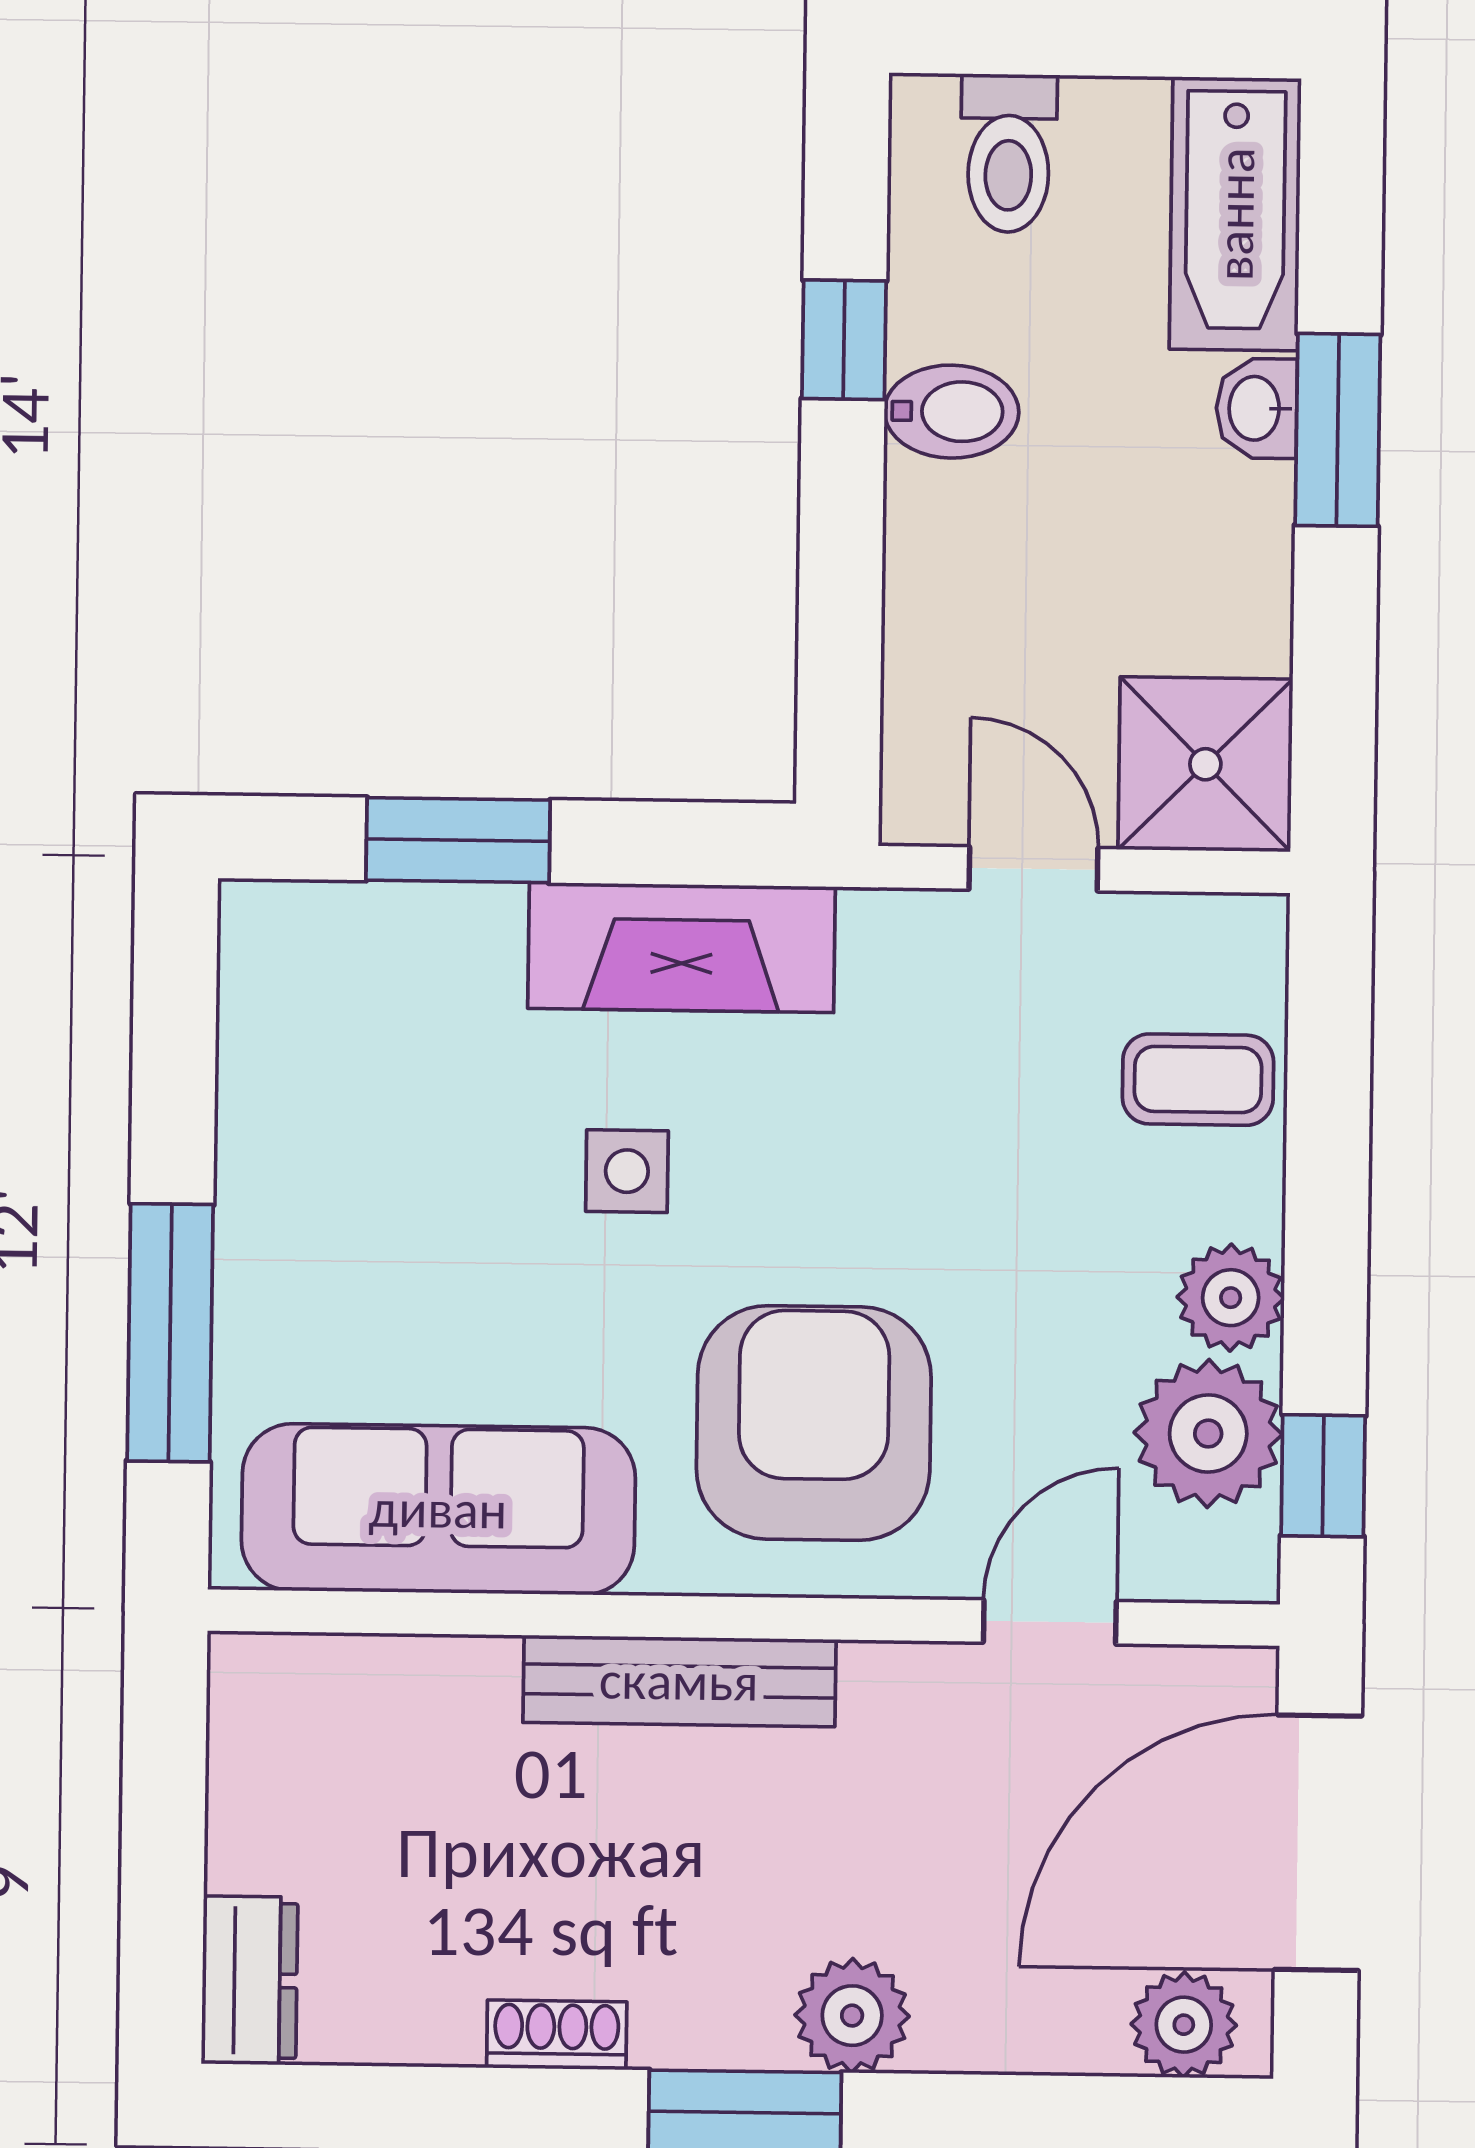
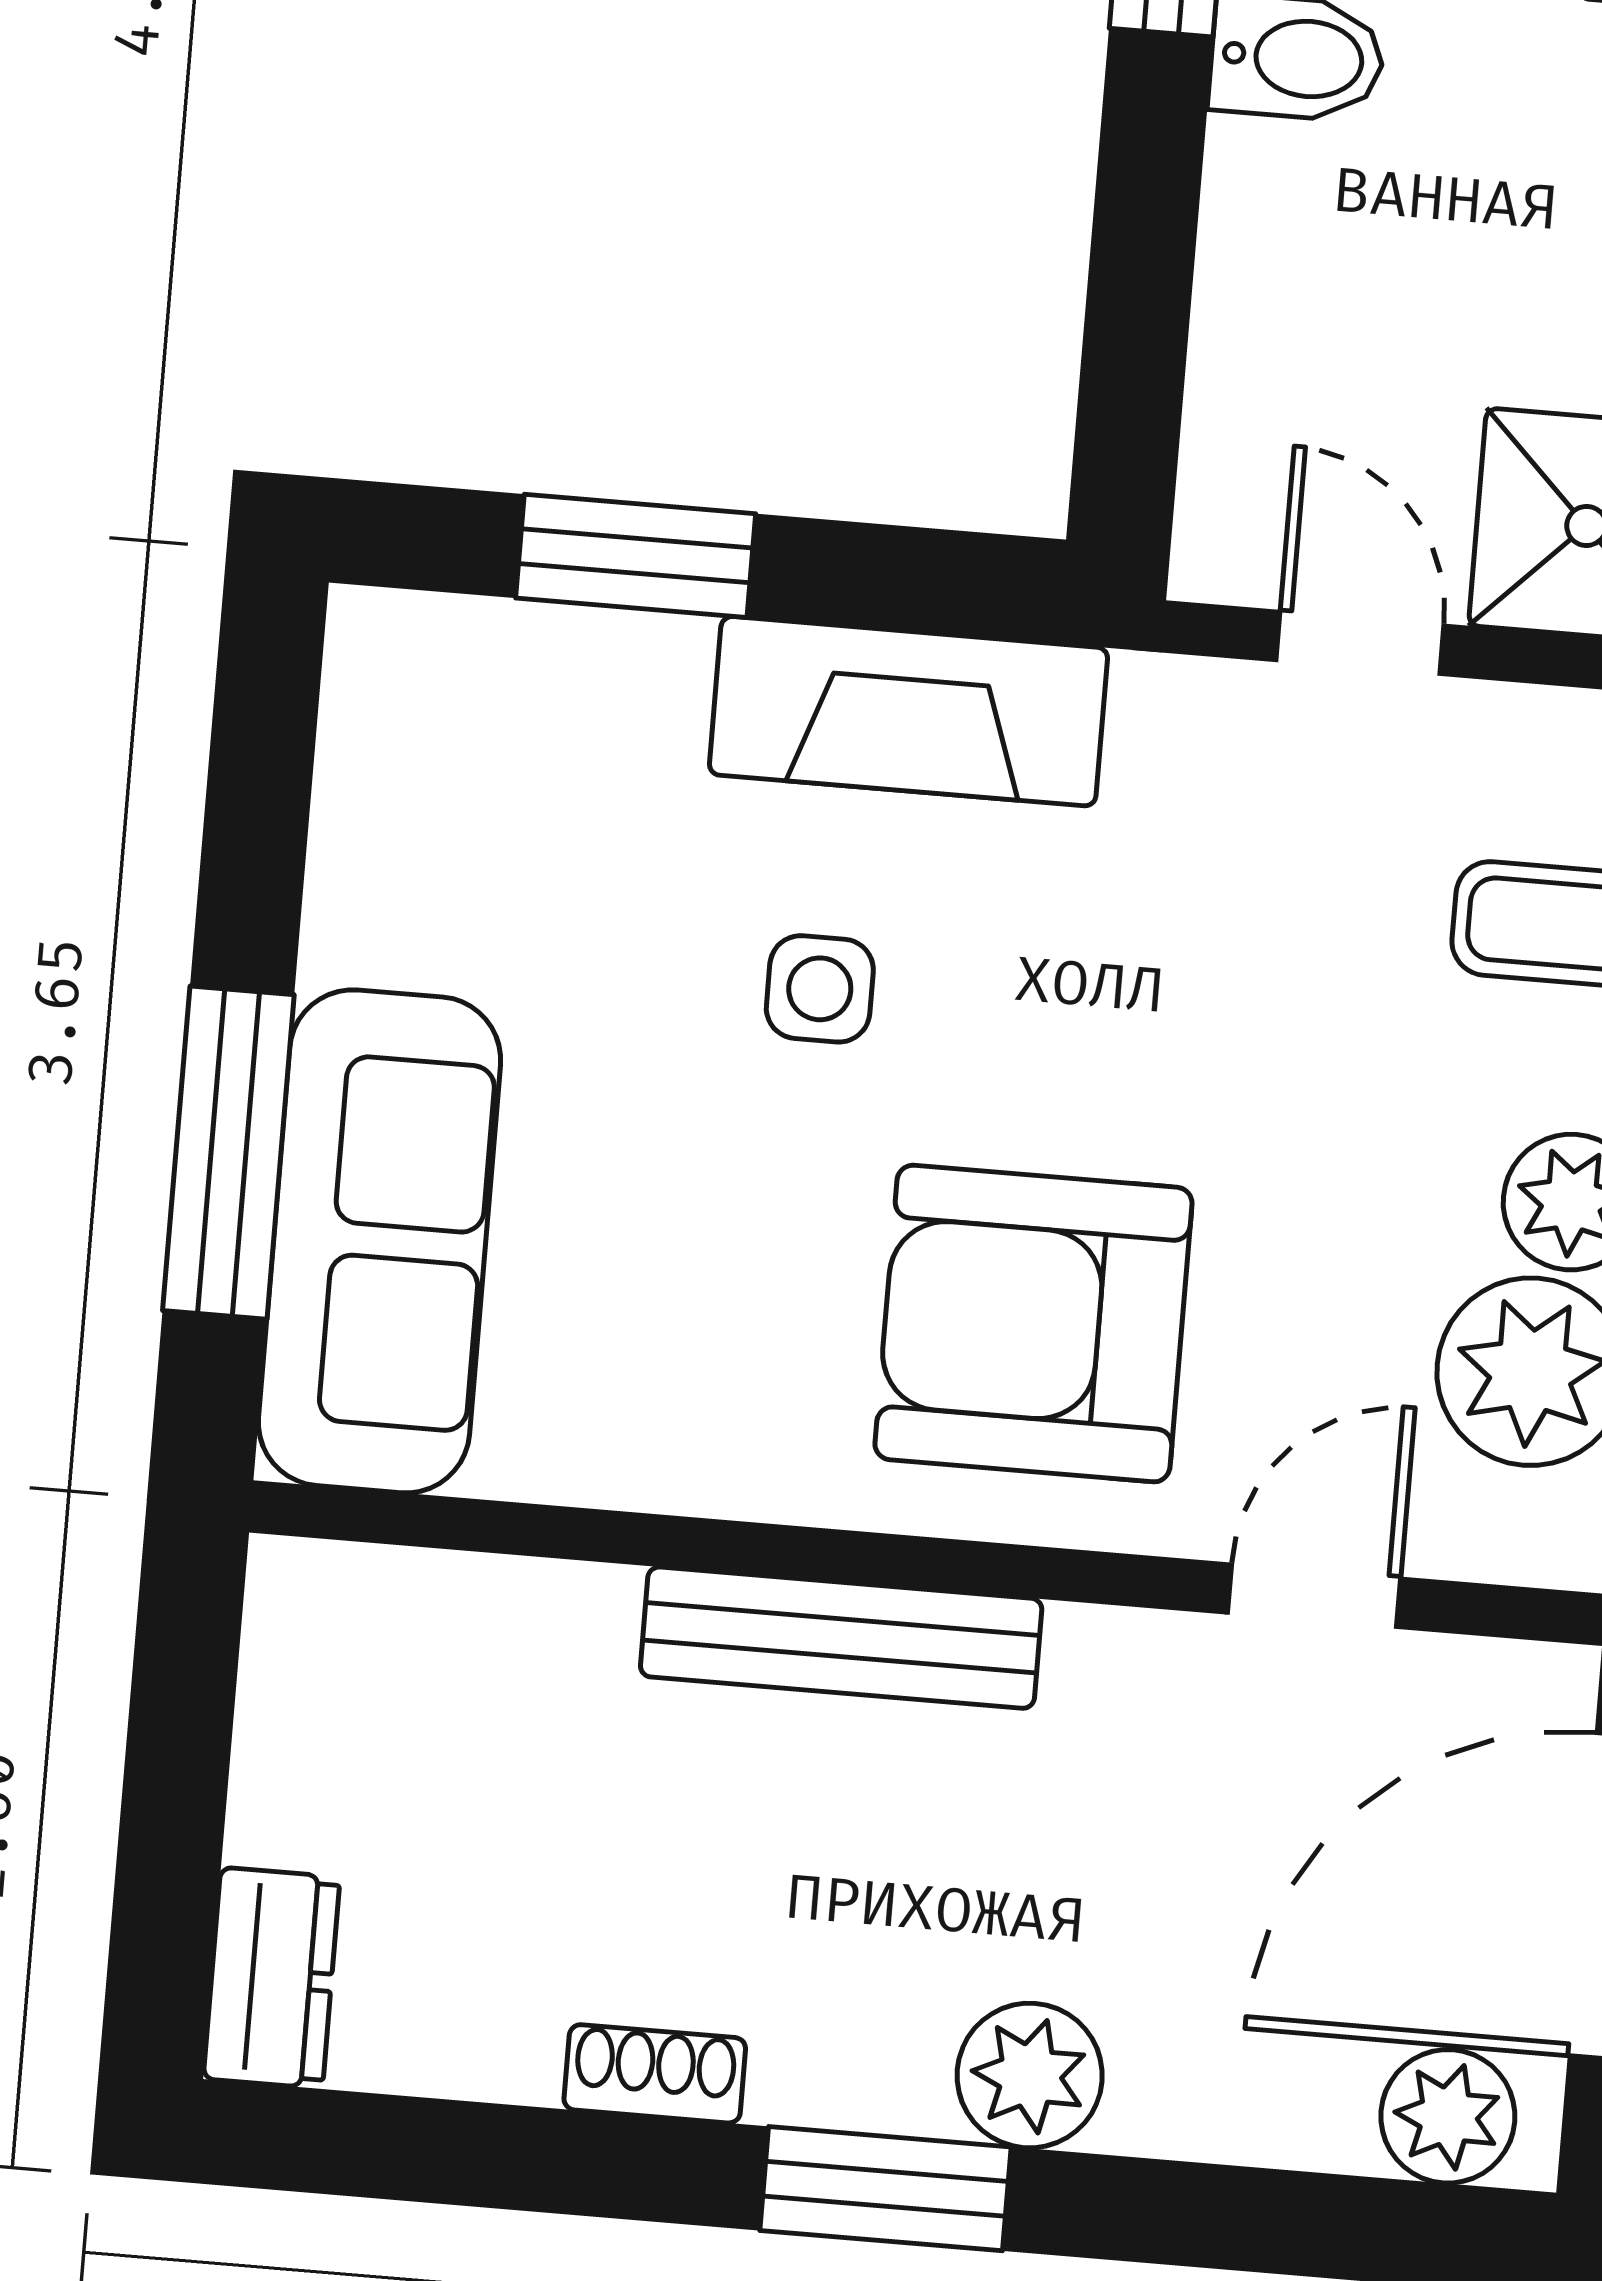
armchair: (814, 1423) -> (1033, 1324), turned -90
sofa: (438, 1509) -> (380, 1241), moved, turned 90

